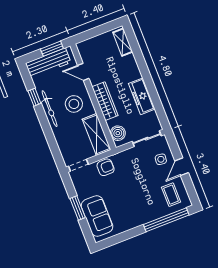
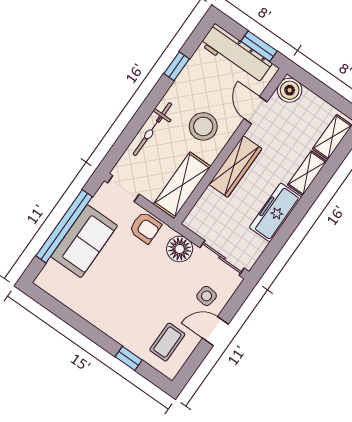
shelving: (132, 67) -> (307, 173), added
bicycle: (50, 109) -> (152, 129), moved
boiler: (118, 133) -> (290, 90), moved
floor lamp: (128, 157) -> (180, 249), added
window: (78, 208) -> (64, 226), width x2.11
sofa: (97, 216) -> (84, 241), moved
window: (166, 220) -> (129, 358), width x0.32

